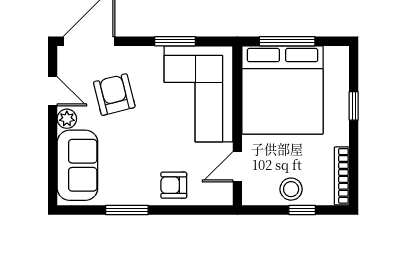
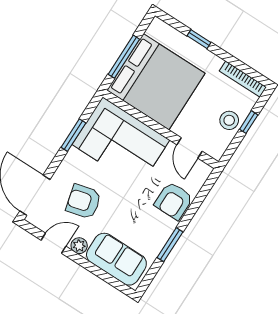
armchair: (174, 185) -> (174, 201), width x1.38, depth x1.38

